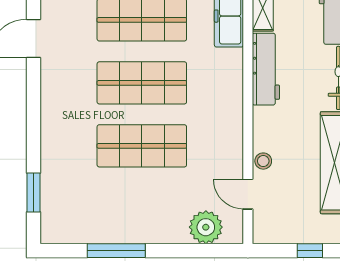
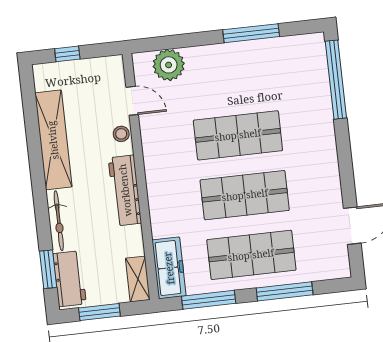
workbench: (266, 69) -> (125, 190), moved
window: (34, 193) -> (336, 80), width x2.11

